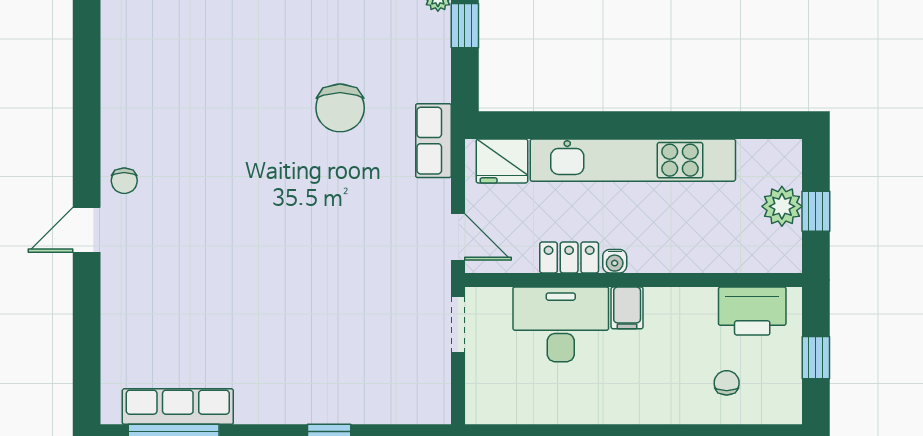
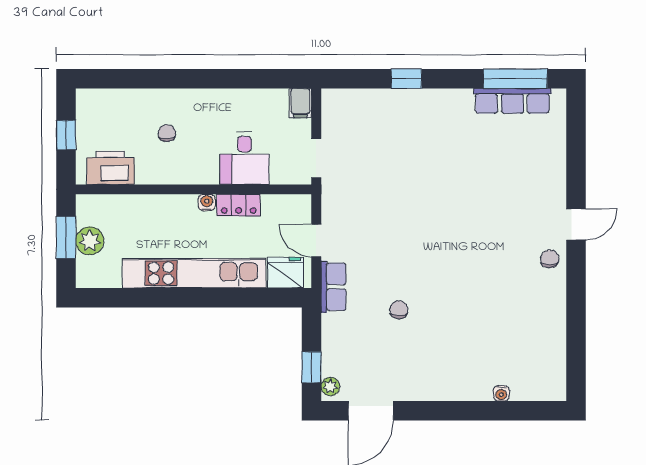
chair: (340, 108) -> (399, 310), width x0.54, depth x0.54
window: (816, 211) -> (66, 237), width x1.50
door: (458, 237) -> (316, 240), moved
filing cabinet: (627, 308) -> (300, 103), moved, turned 180
desk: (561, 324) -> (244, 158), width x0.73
chair: (727, 383) -> (167, 133), moved, turned 180

